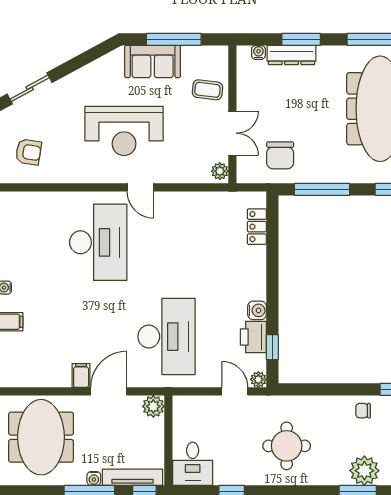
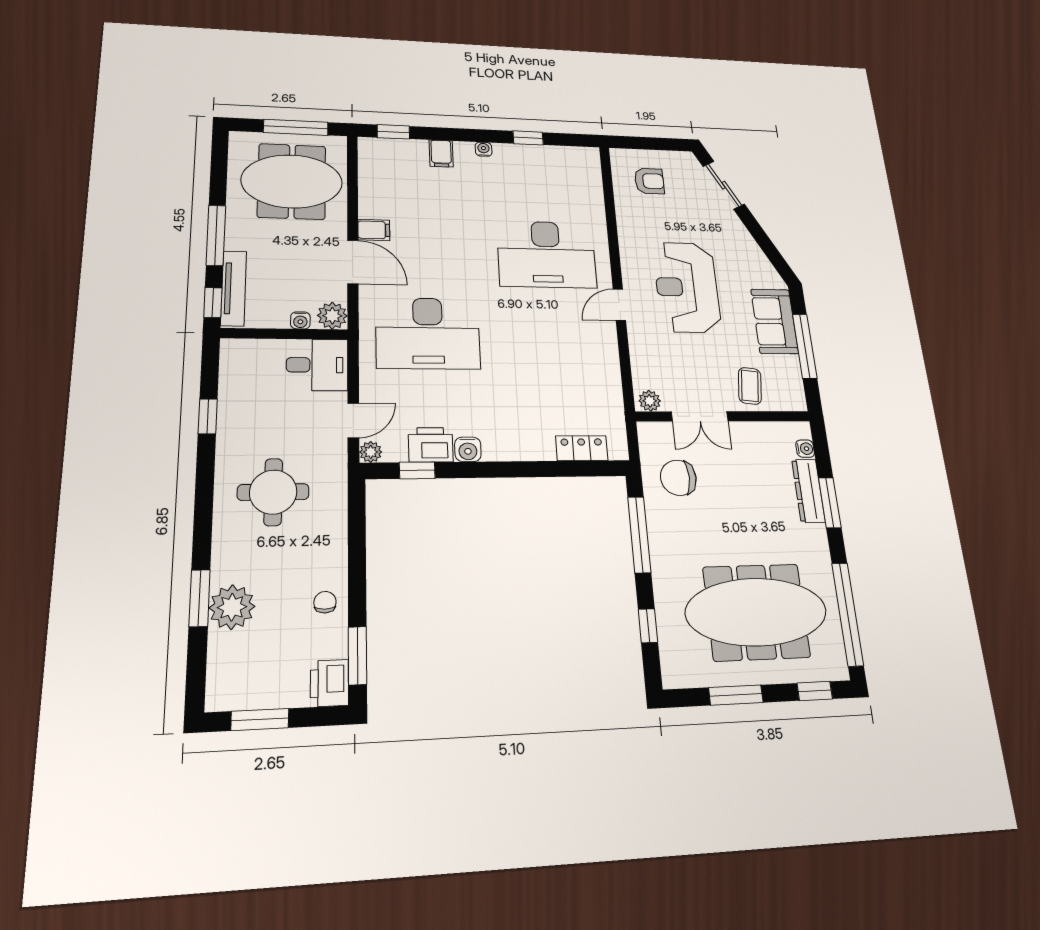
armchair: (28, 152) -> (649, 181), turned -99
desk: (193, 464) -> (317, 365), moved, turned 180
water cooler: (94, 479) -> (300, 320), moved, turned -90

